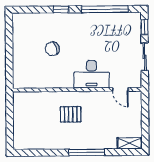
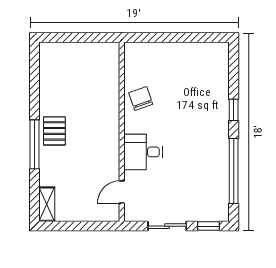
chair: (52, 49) -> (141, 99), moved
desk: (92, 74) -> (143, 152), width x0.73
pallet: (71, 114) -> (54, 131), moved

